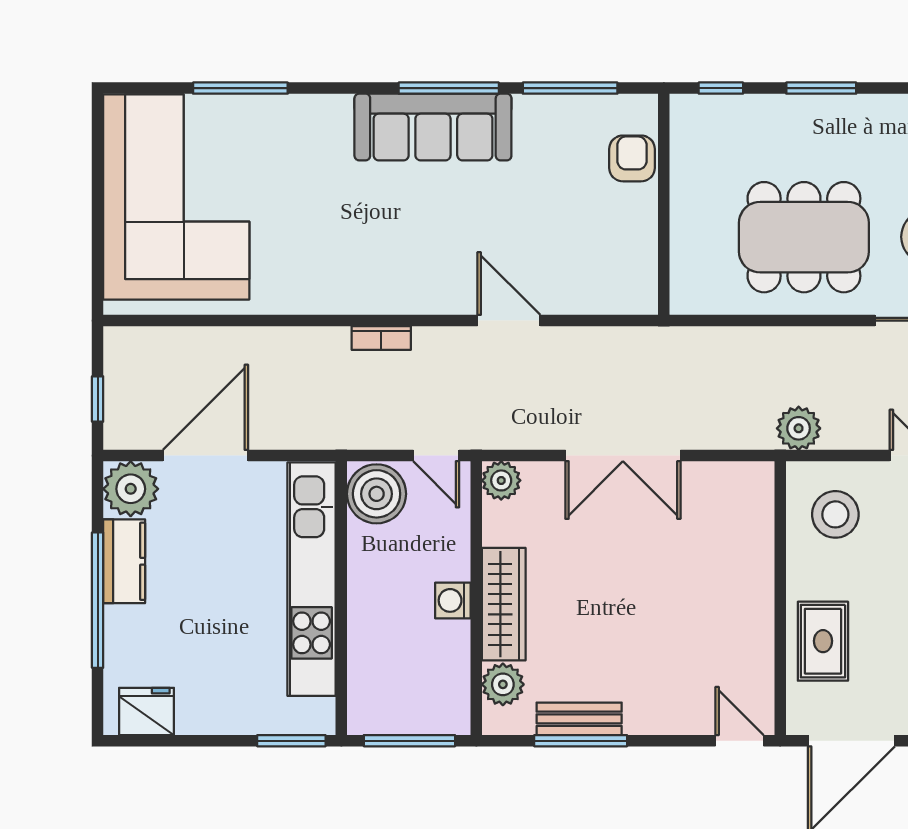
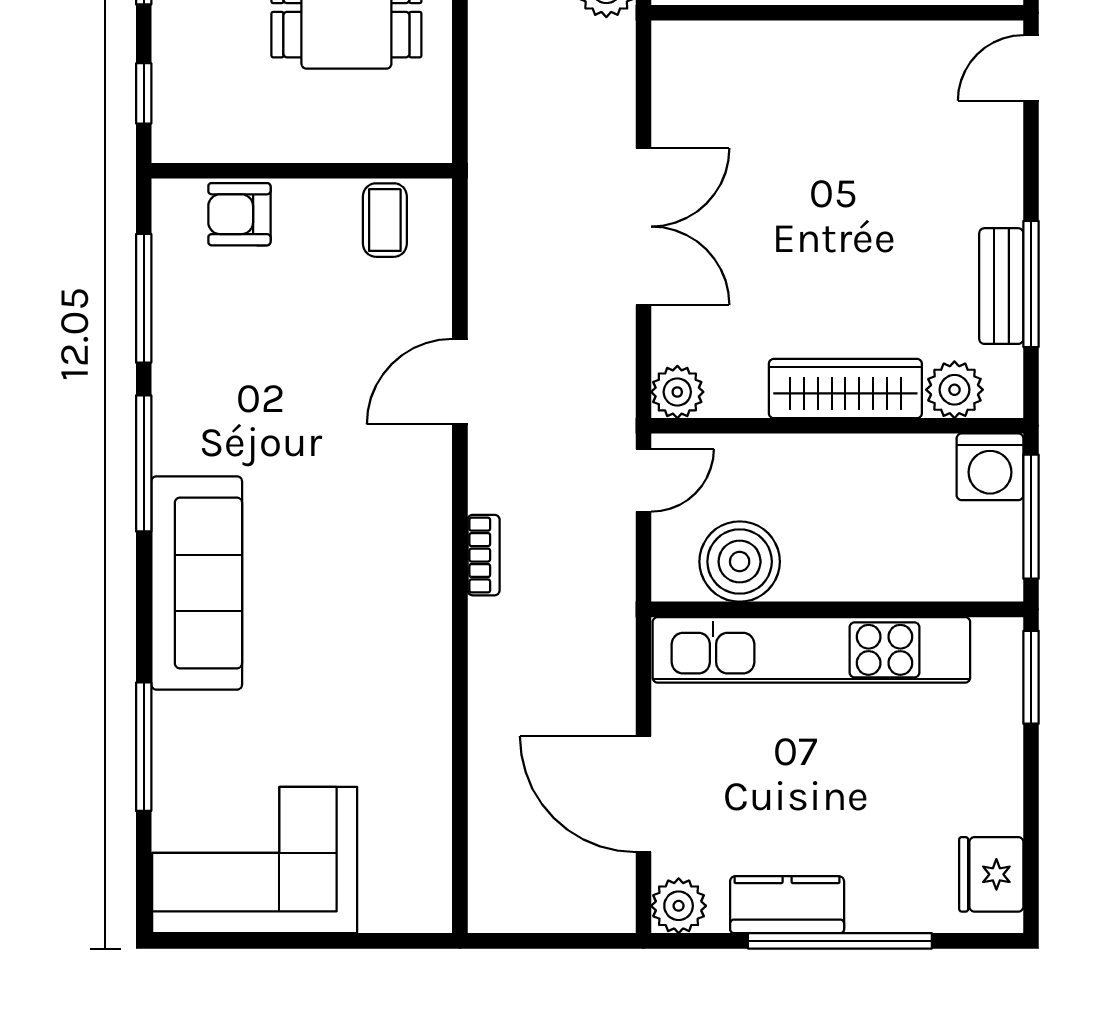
sofa: (433, 127) -> (197, 583), moved
corner sofa: (176, 197) -> (255, 860), width x0.73, depth x0.74
coffee table: (628, 265) -> (385, 220), added
window: (98, 399) -> (566, 941), removed
plant: (131, 489) -> (679, 906), width x0.73, depth x0.73
boiler: (377, 494) -> (740, 562), moved
washing machine: (453, 600) -> (990, 467), moved, width x1.38, depth x1.38

